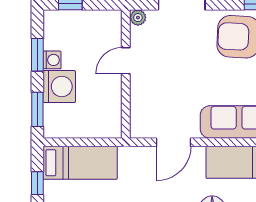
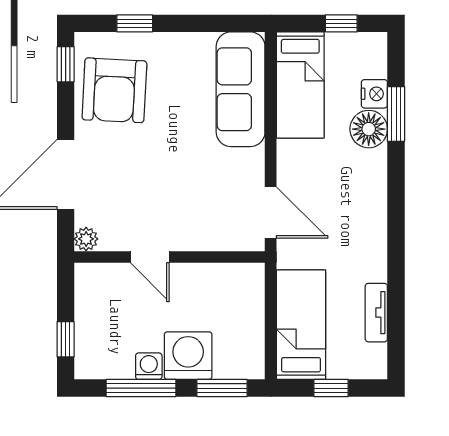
window: (37, 55) -> (141, 388), width x1.44
door: (174, 142) -> (271, 213), moved

